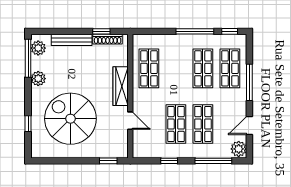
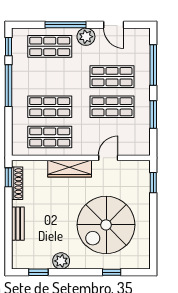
window: (101, 31) -> (8, 177), moved
bench: (72, 40) -> (18, 224), width x0.73
plant: (38, 48) -> (27, 261), removed
window: (28, 58) -> (38, 272), width x0.46
shop shelf: (203, 68) -> (50, 107), moved
plant: (239, 149) -> (86, 37), moved
window: (169, 161) -> (153, 115), width x1.50

